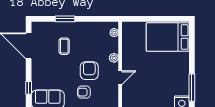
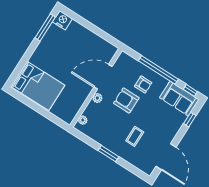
window: (65, 19) -> (108, 154), moved
armchair: (89, 71) -> (126, 101), turned 90
door: (120, 78) -> (103, 77), width x1.88

